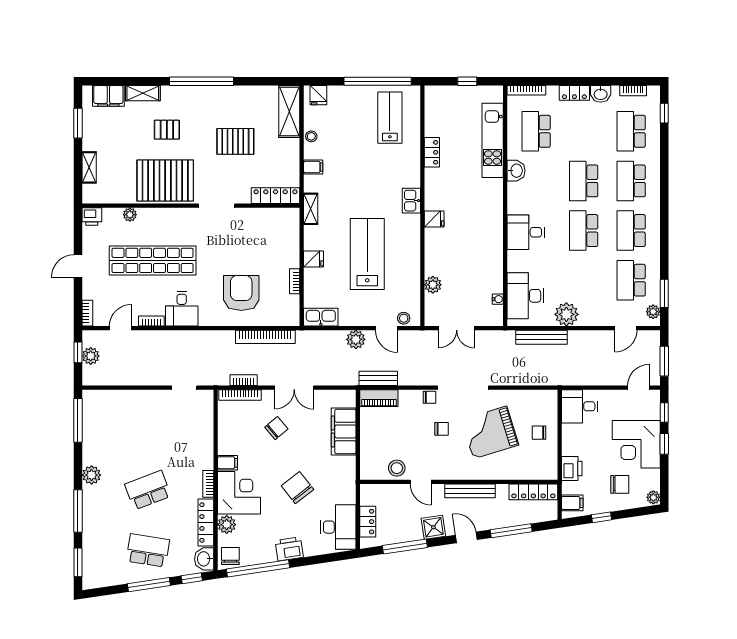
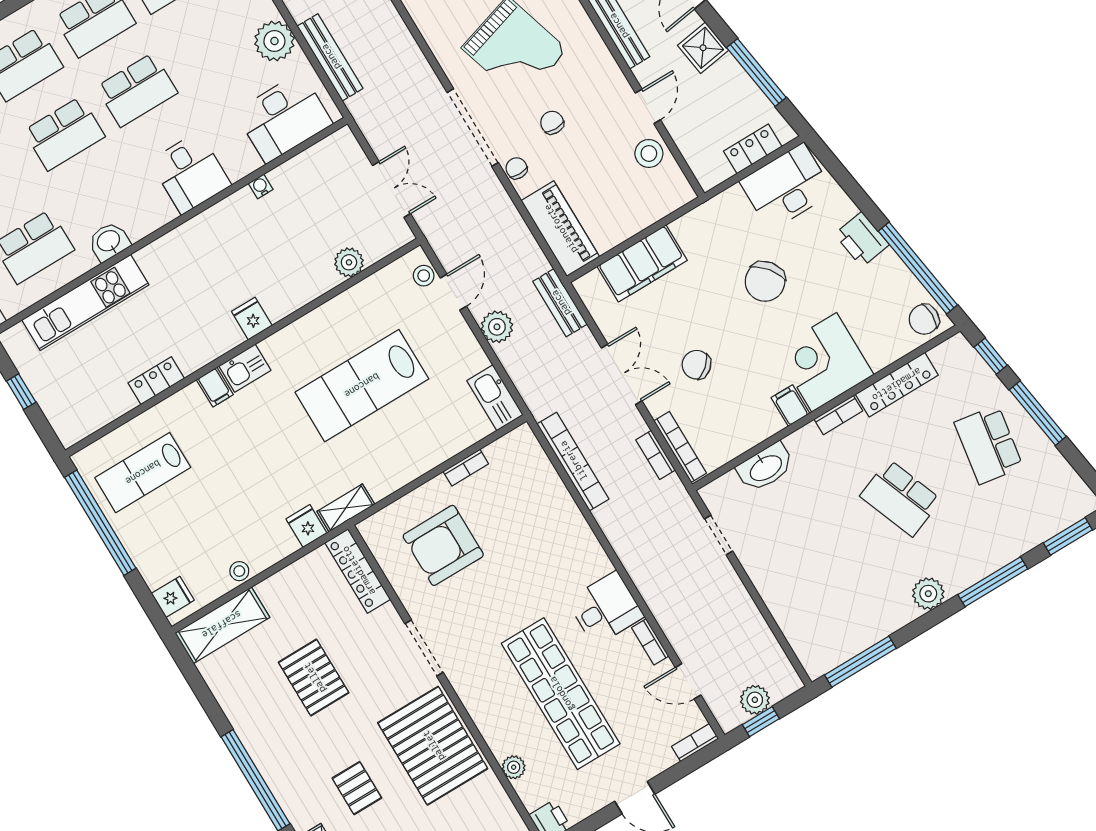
filing cabinet: (313, 167) -> (215, 387), moved, turned 180
fridge: (313, 259) -> (307, 526), moved
armchair: (241, 293) -> (443, 545), moved
water cooler: (498, 299) -> (261, 186), moved
bench: (378, 378) -> (560, 303), moved
piano: (379, 398) -> (560, 229), width x1.37, depth x1.33
plant: (227, 525) -> (881, 352), removed
washbasin: (204, 559) -> (765, 467), moved, width x1.38

